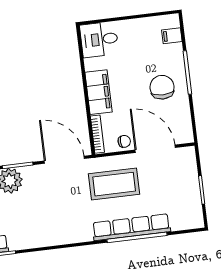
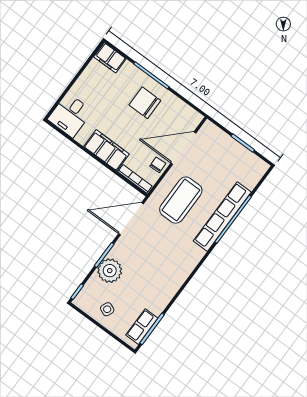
filing cabinet: (172, 36) -> (110, 58), width x2.00

